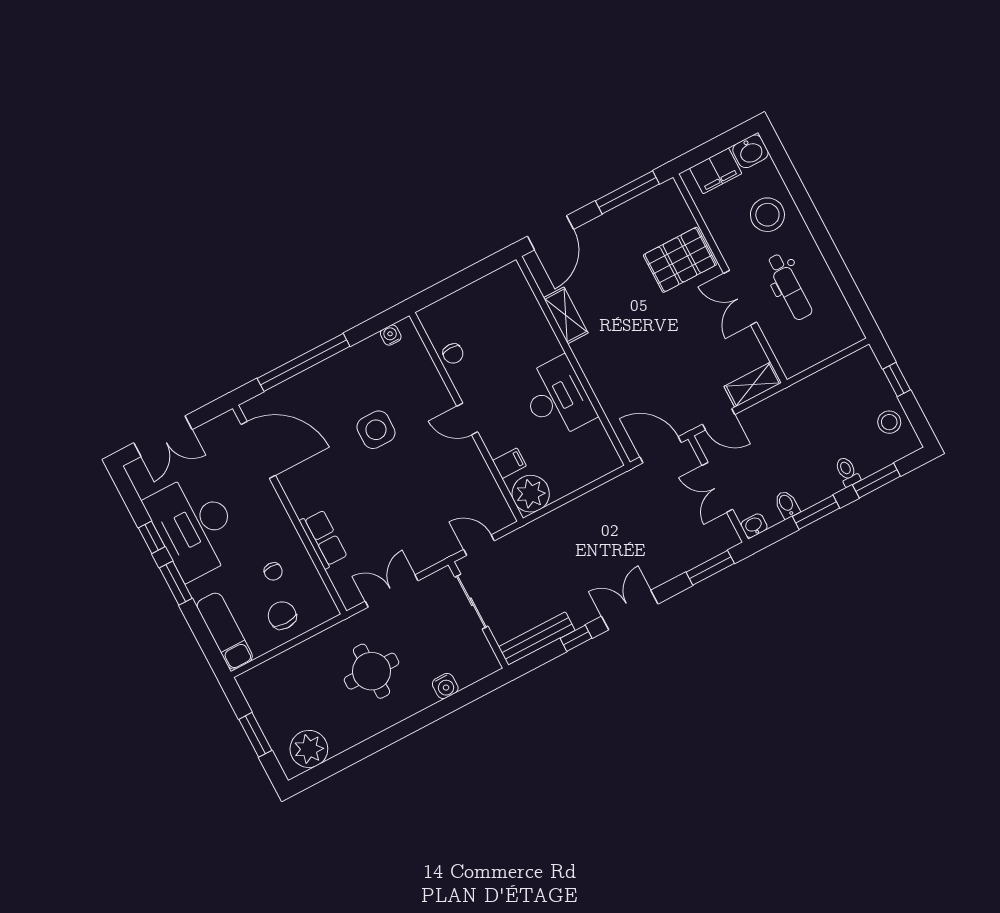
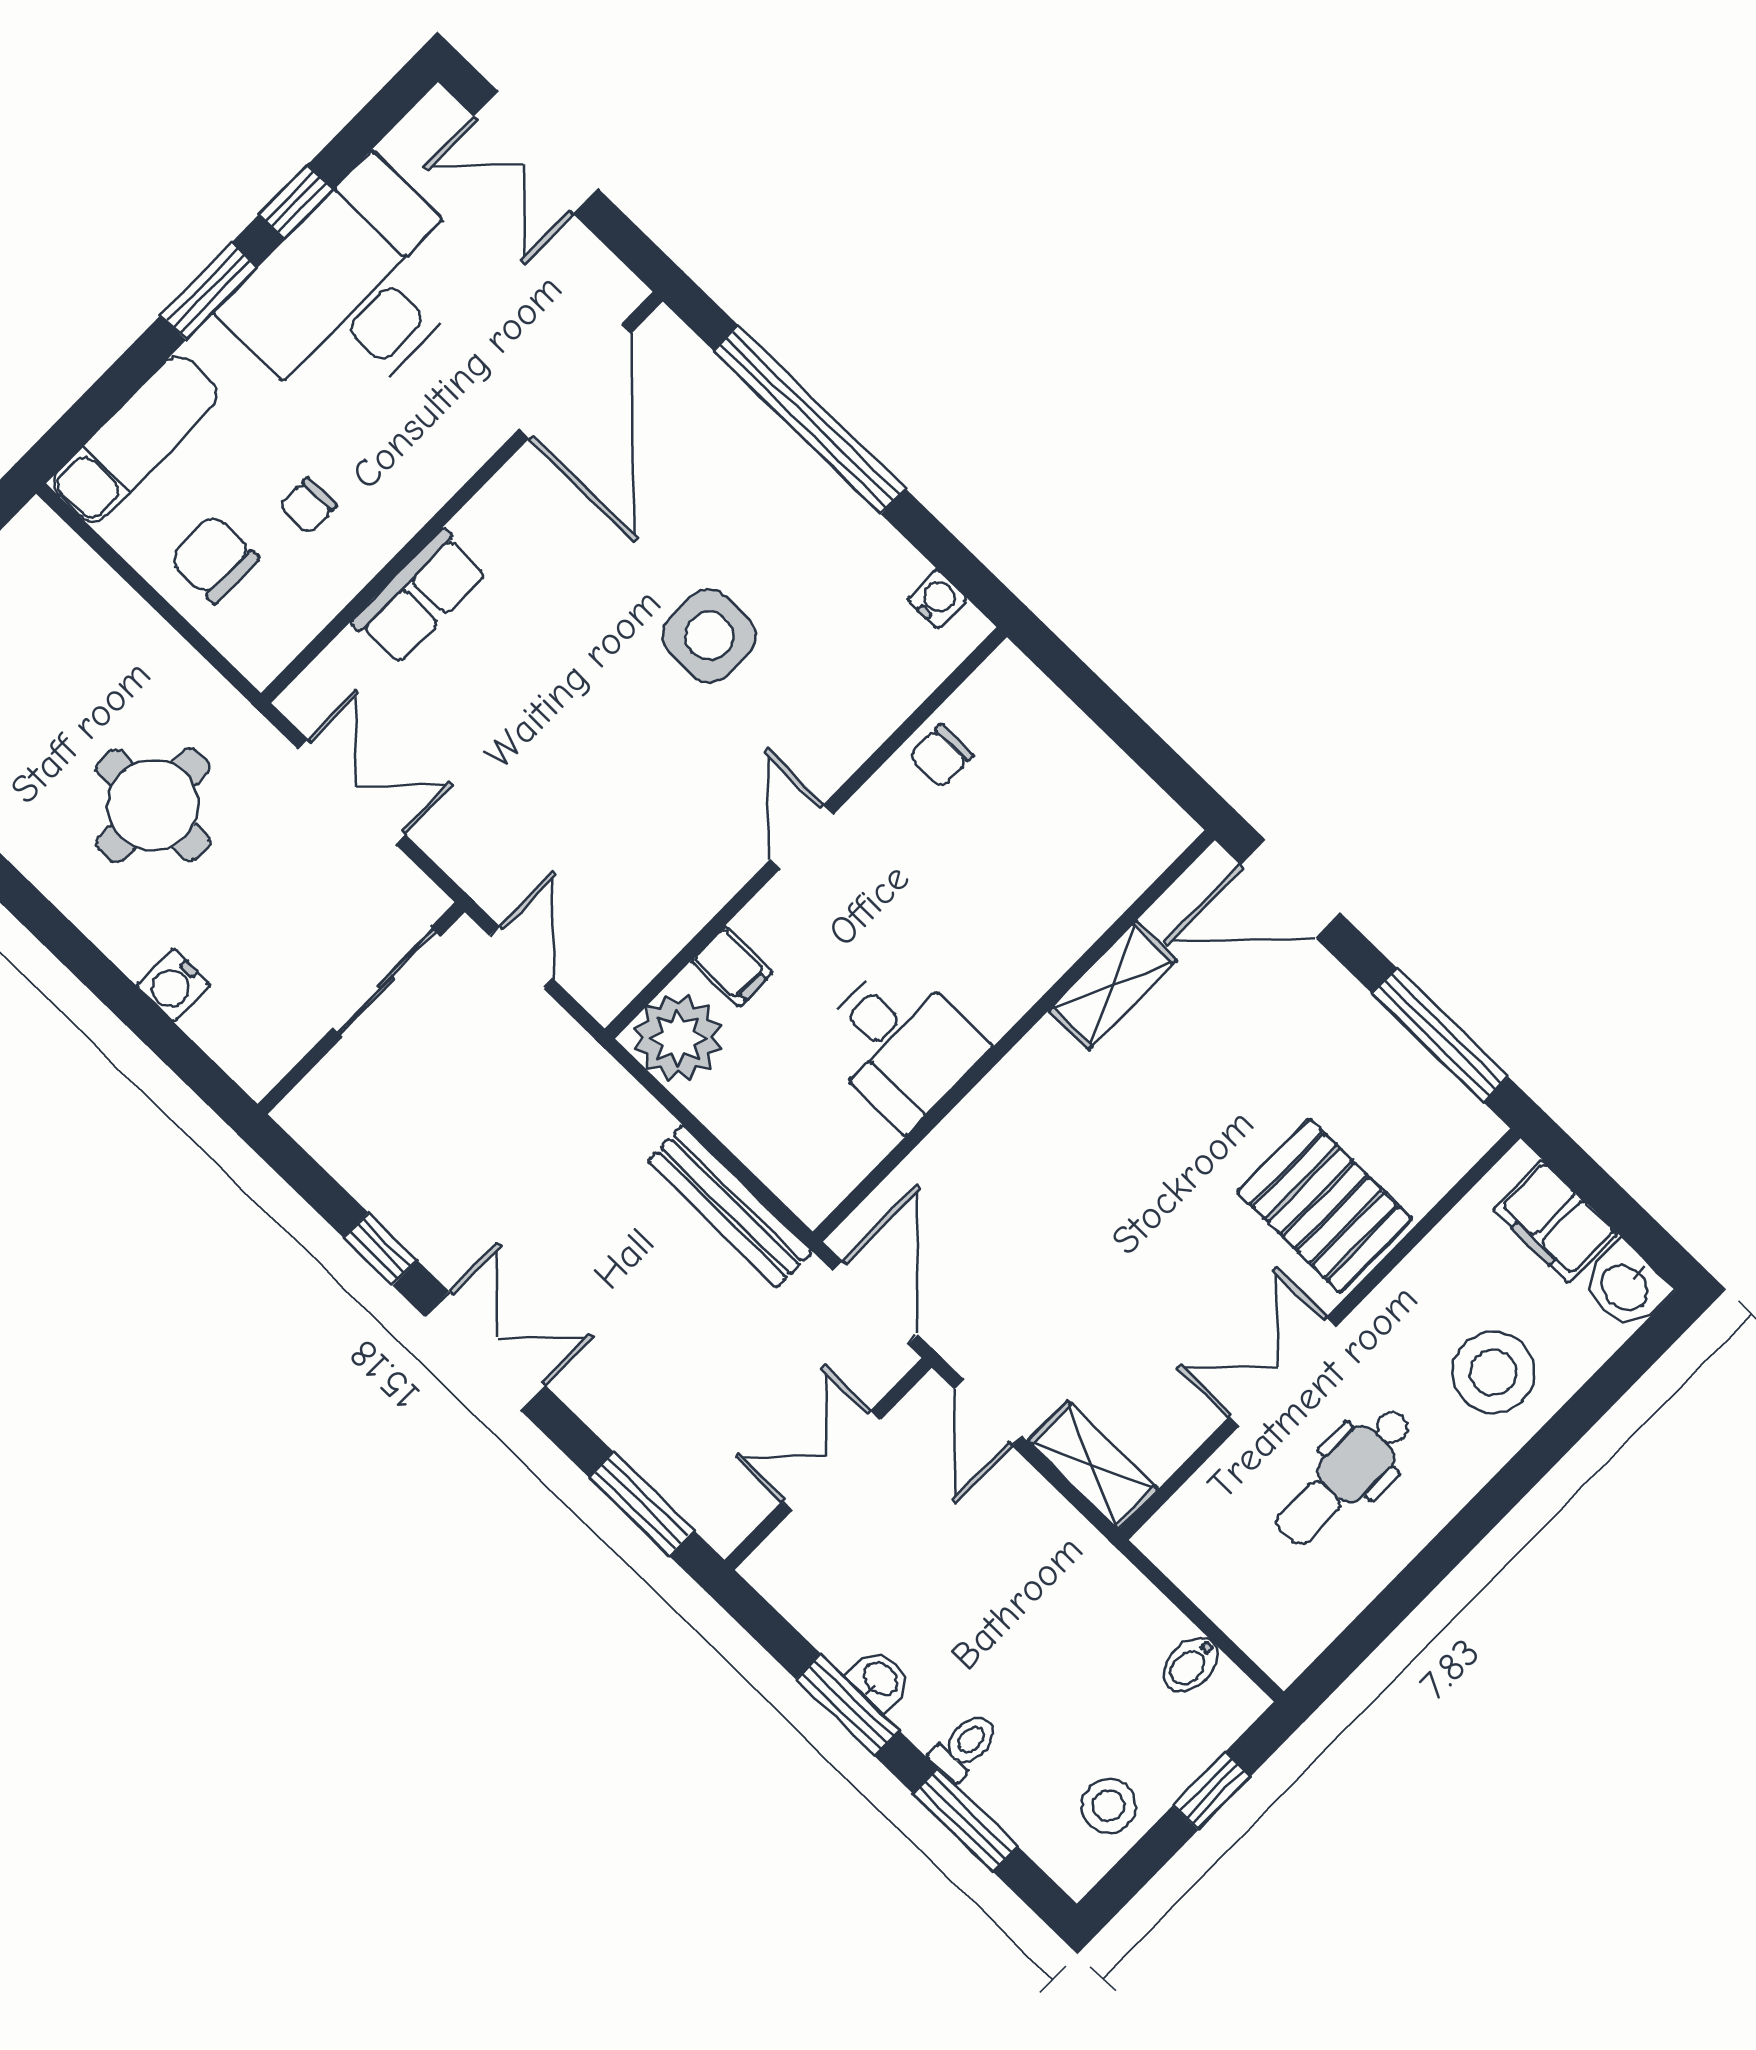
desk: (557, 398) -> (900, 1044), width x0.73
bidet: (787, 504) -> (1191, 1664), moved, turned 180
washbasin: (754, 526) -> (880, 1680), moved
chair: (282, 615) -> (214, 559), turned -90
bench: (537, 639) -> (730, 1206), moved

